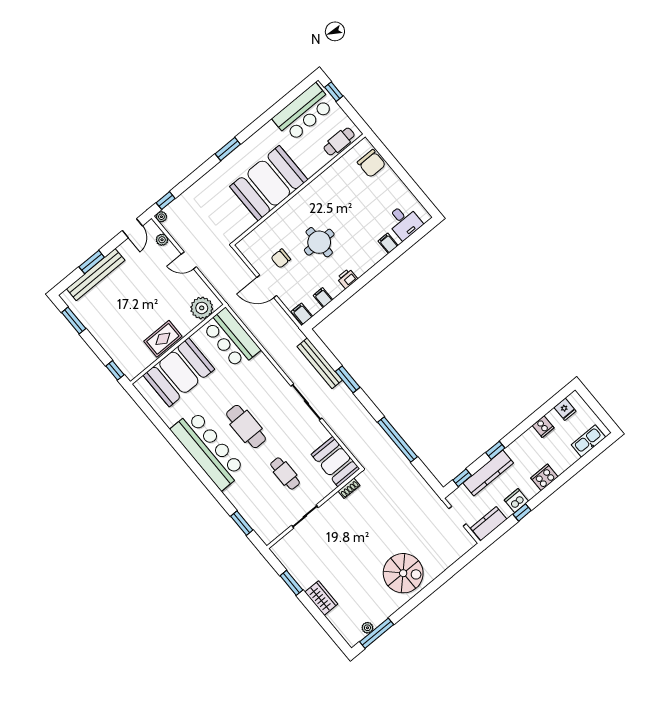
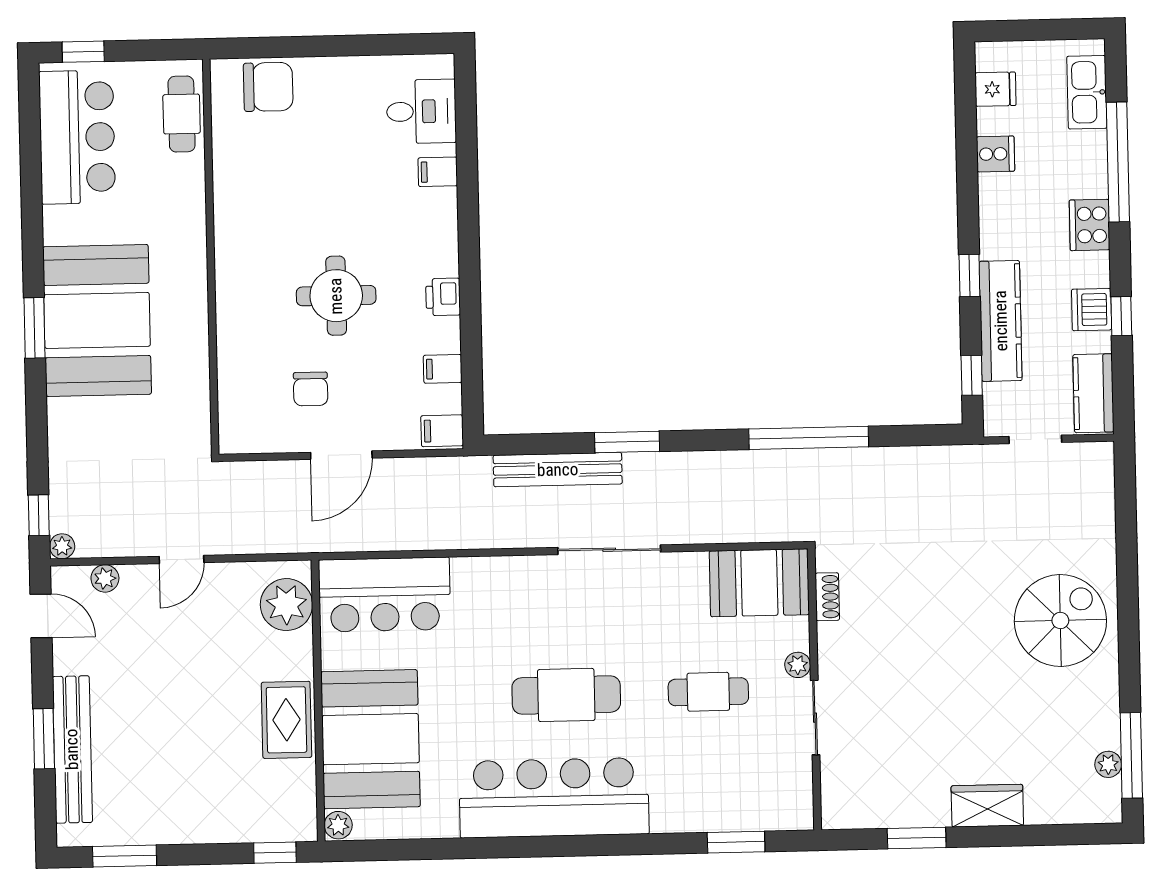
booth: (269, 183) -> (97, 320), moved
plant: (141, 384) -> (338, 825), added
window: (573, 470) -> (1118, 162), added
plant: (318, 496) -> (798, 665), added

